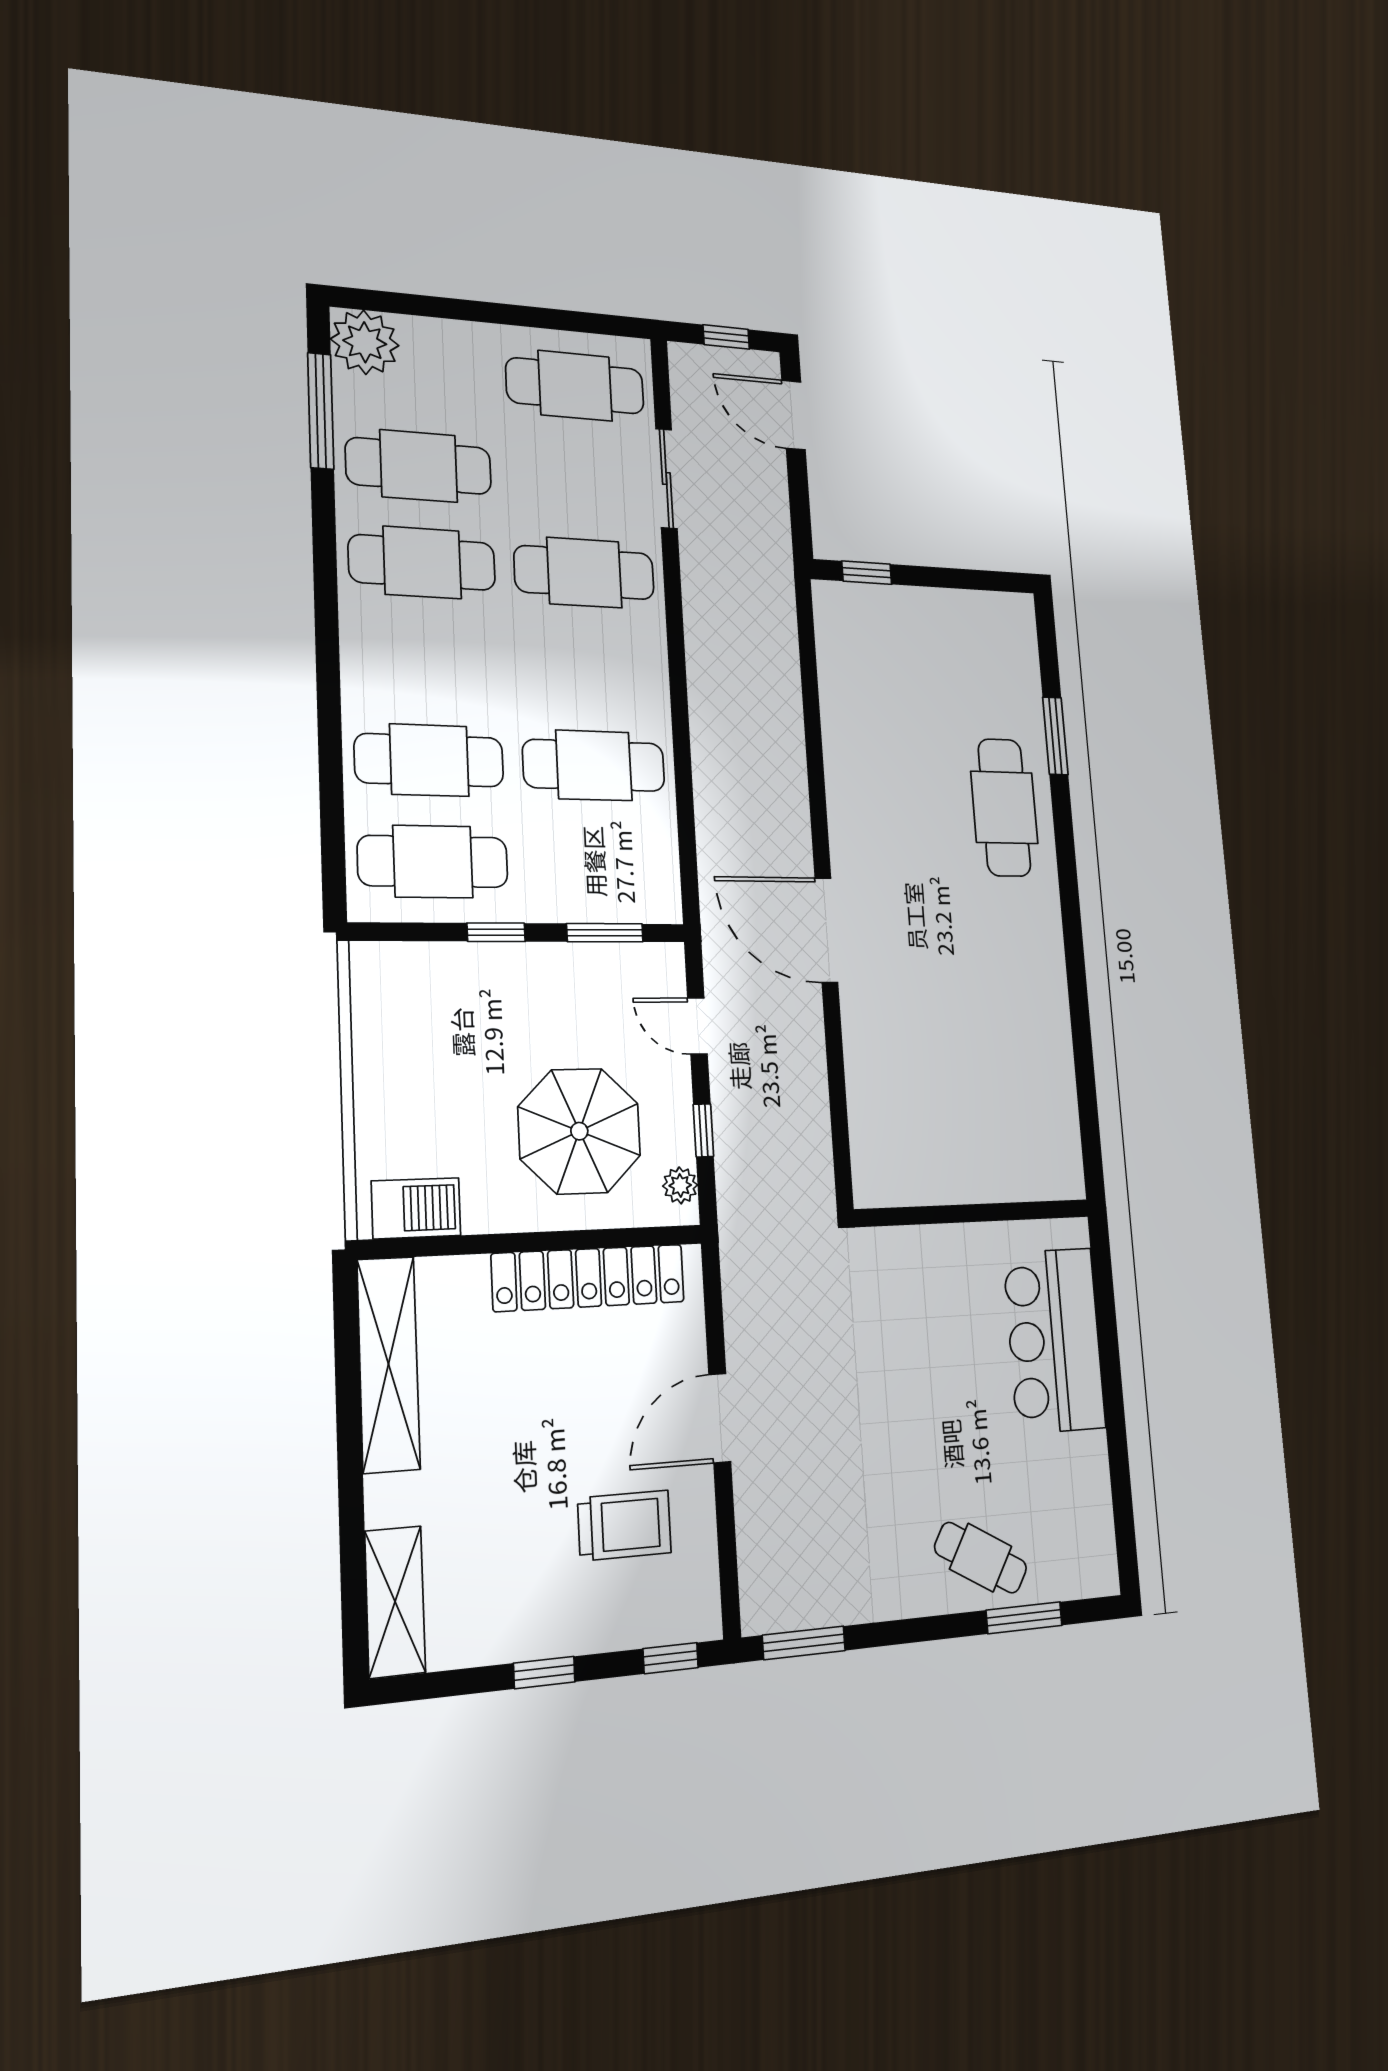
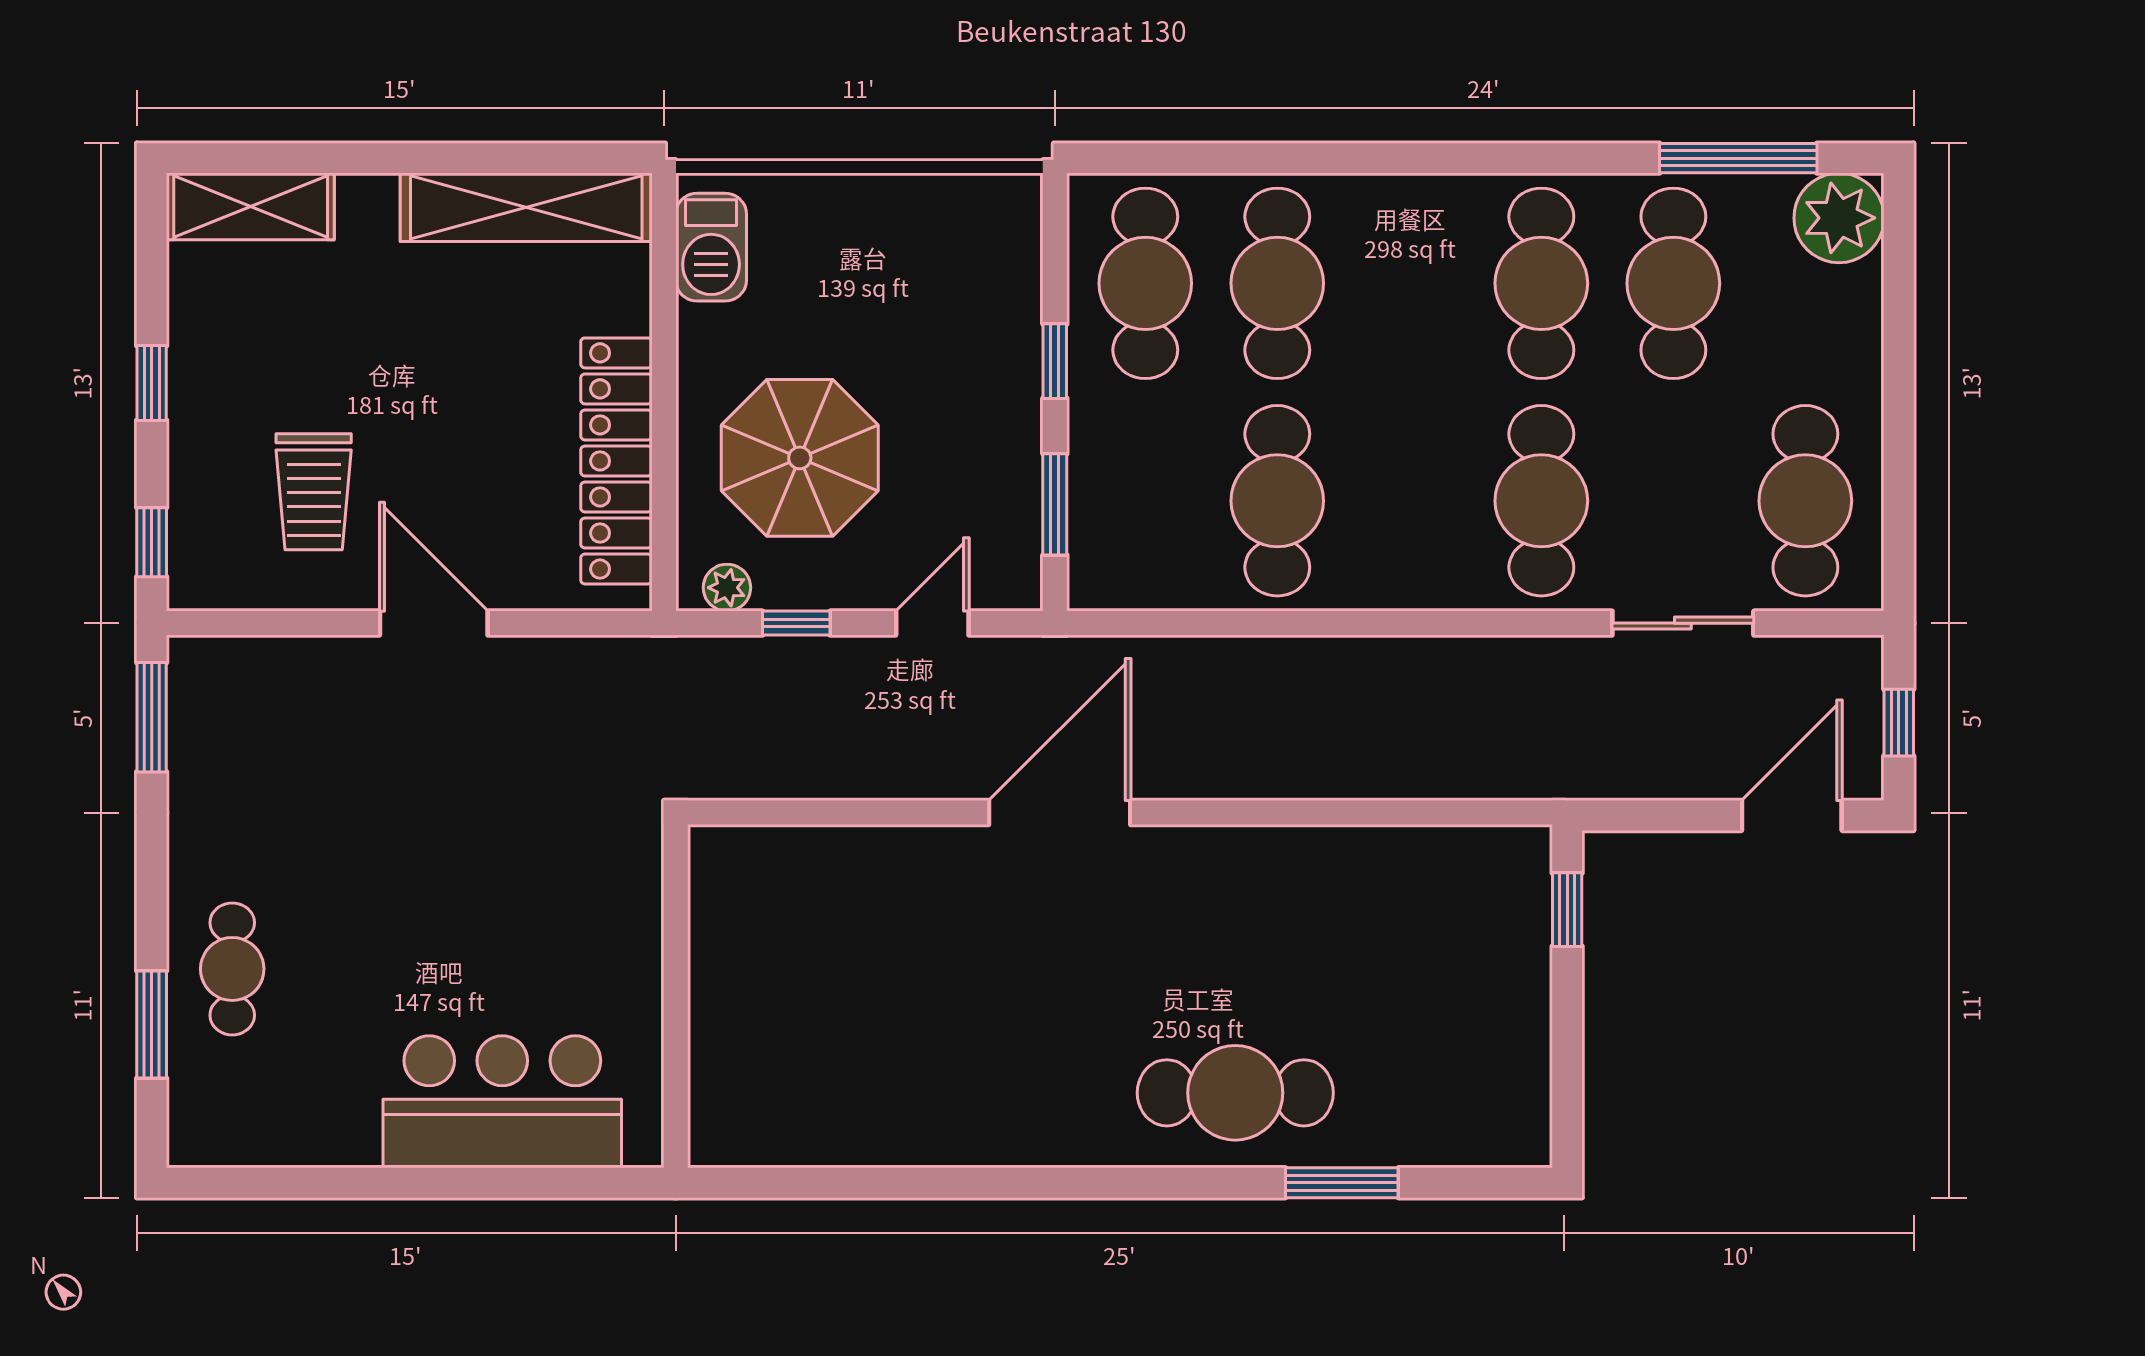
cafe table: (981, 1558) -> (232, 969), turned -30

